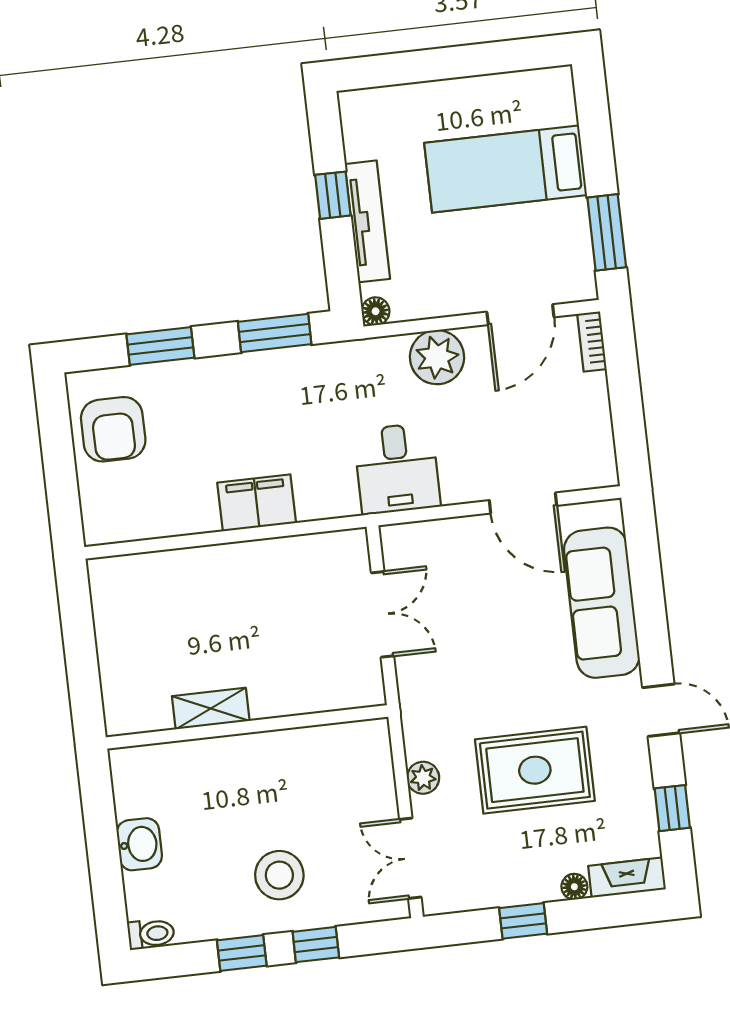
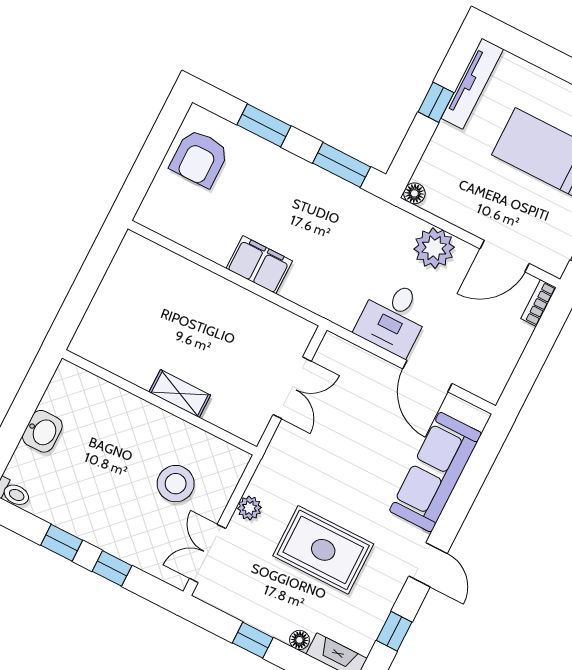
tv unit: (367, 221) -> (472, 84), moved
desk: (397, 469) -> (393, 318), moved
shelving: (211, 709) -> (180, 394), moved
stool: (279, 875) -> (176, 484), moved

